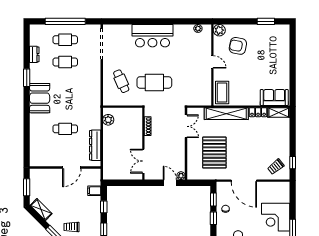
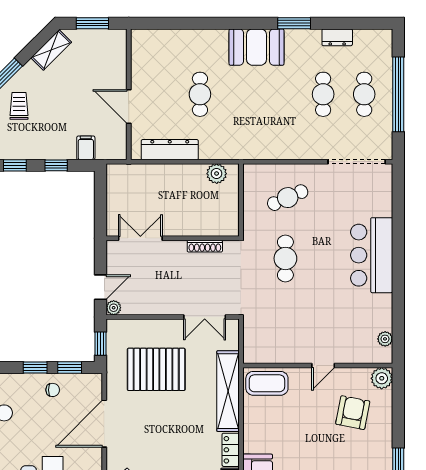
cafe table: (154, 82) -> (285, 258), width x0.73, depth x0.74
window: (200, 183) -> (101, 344), added

